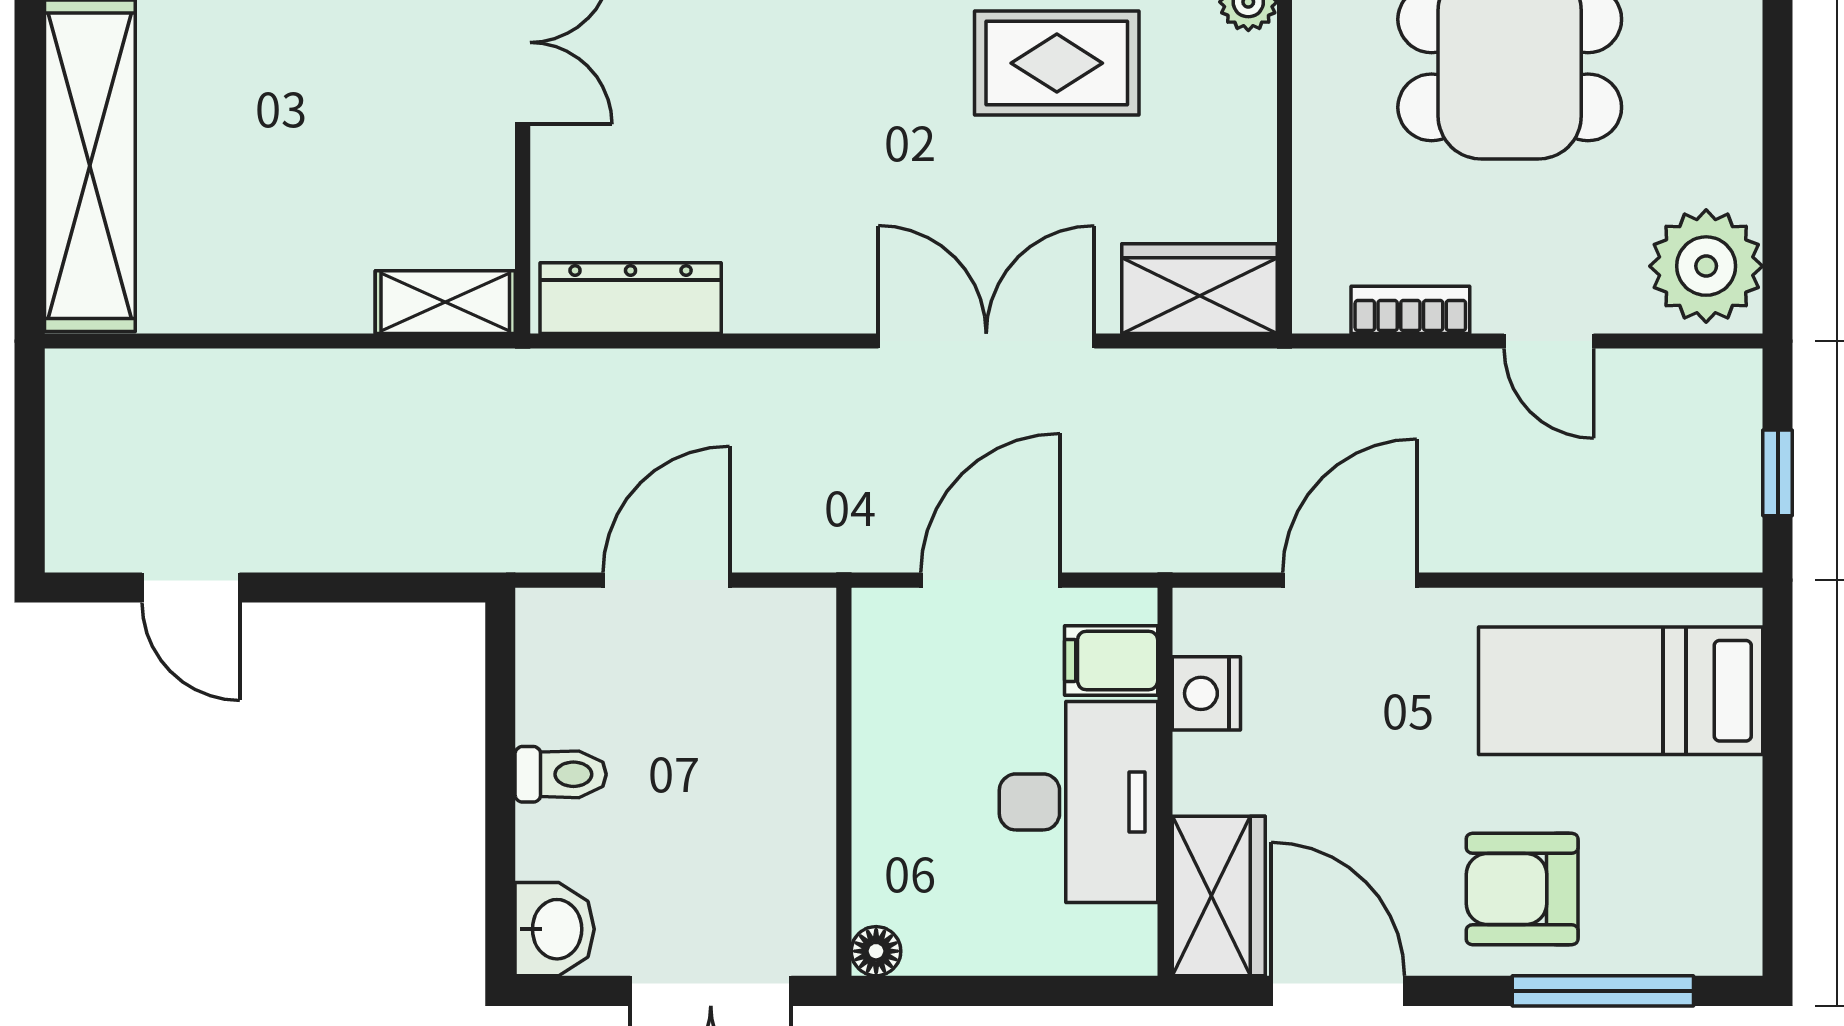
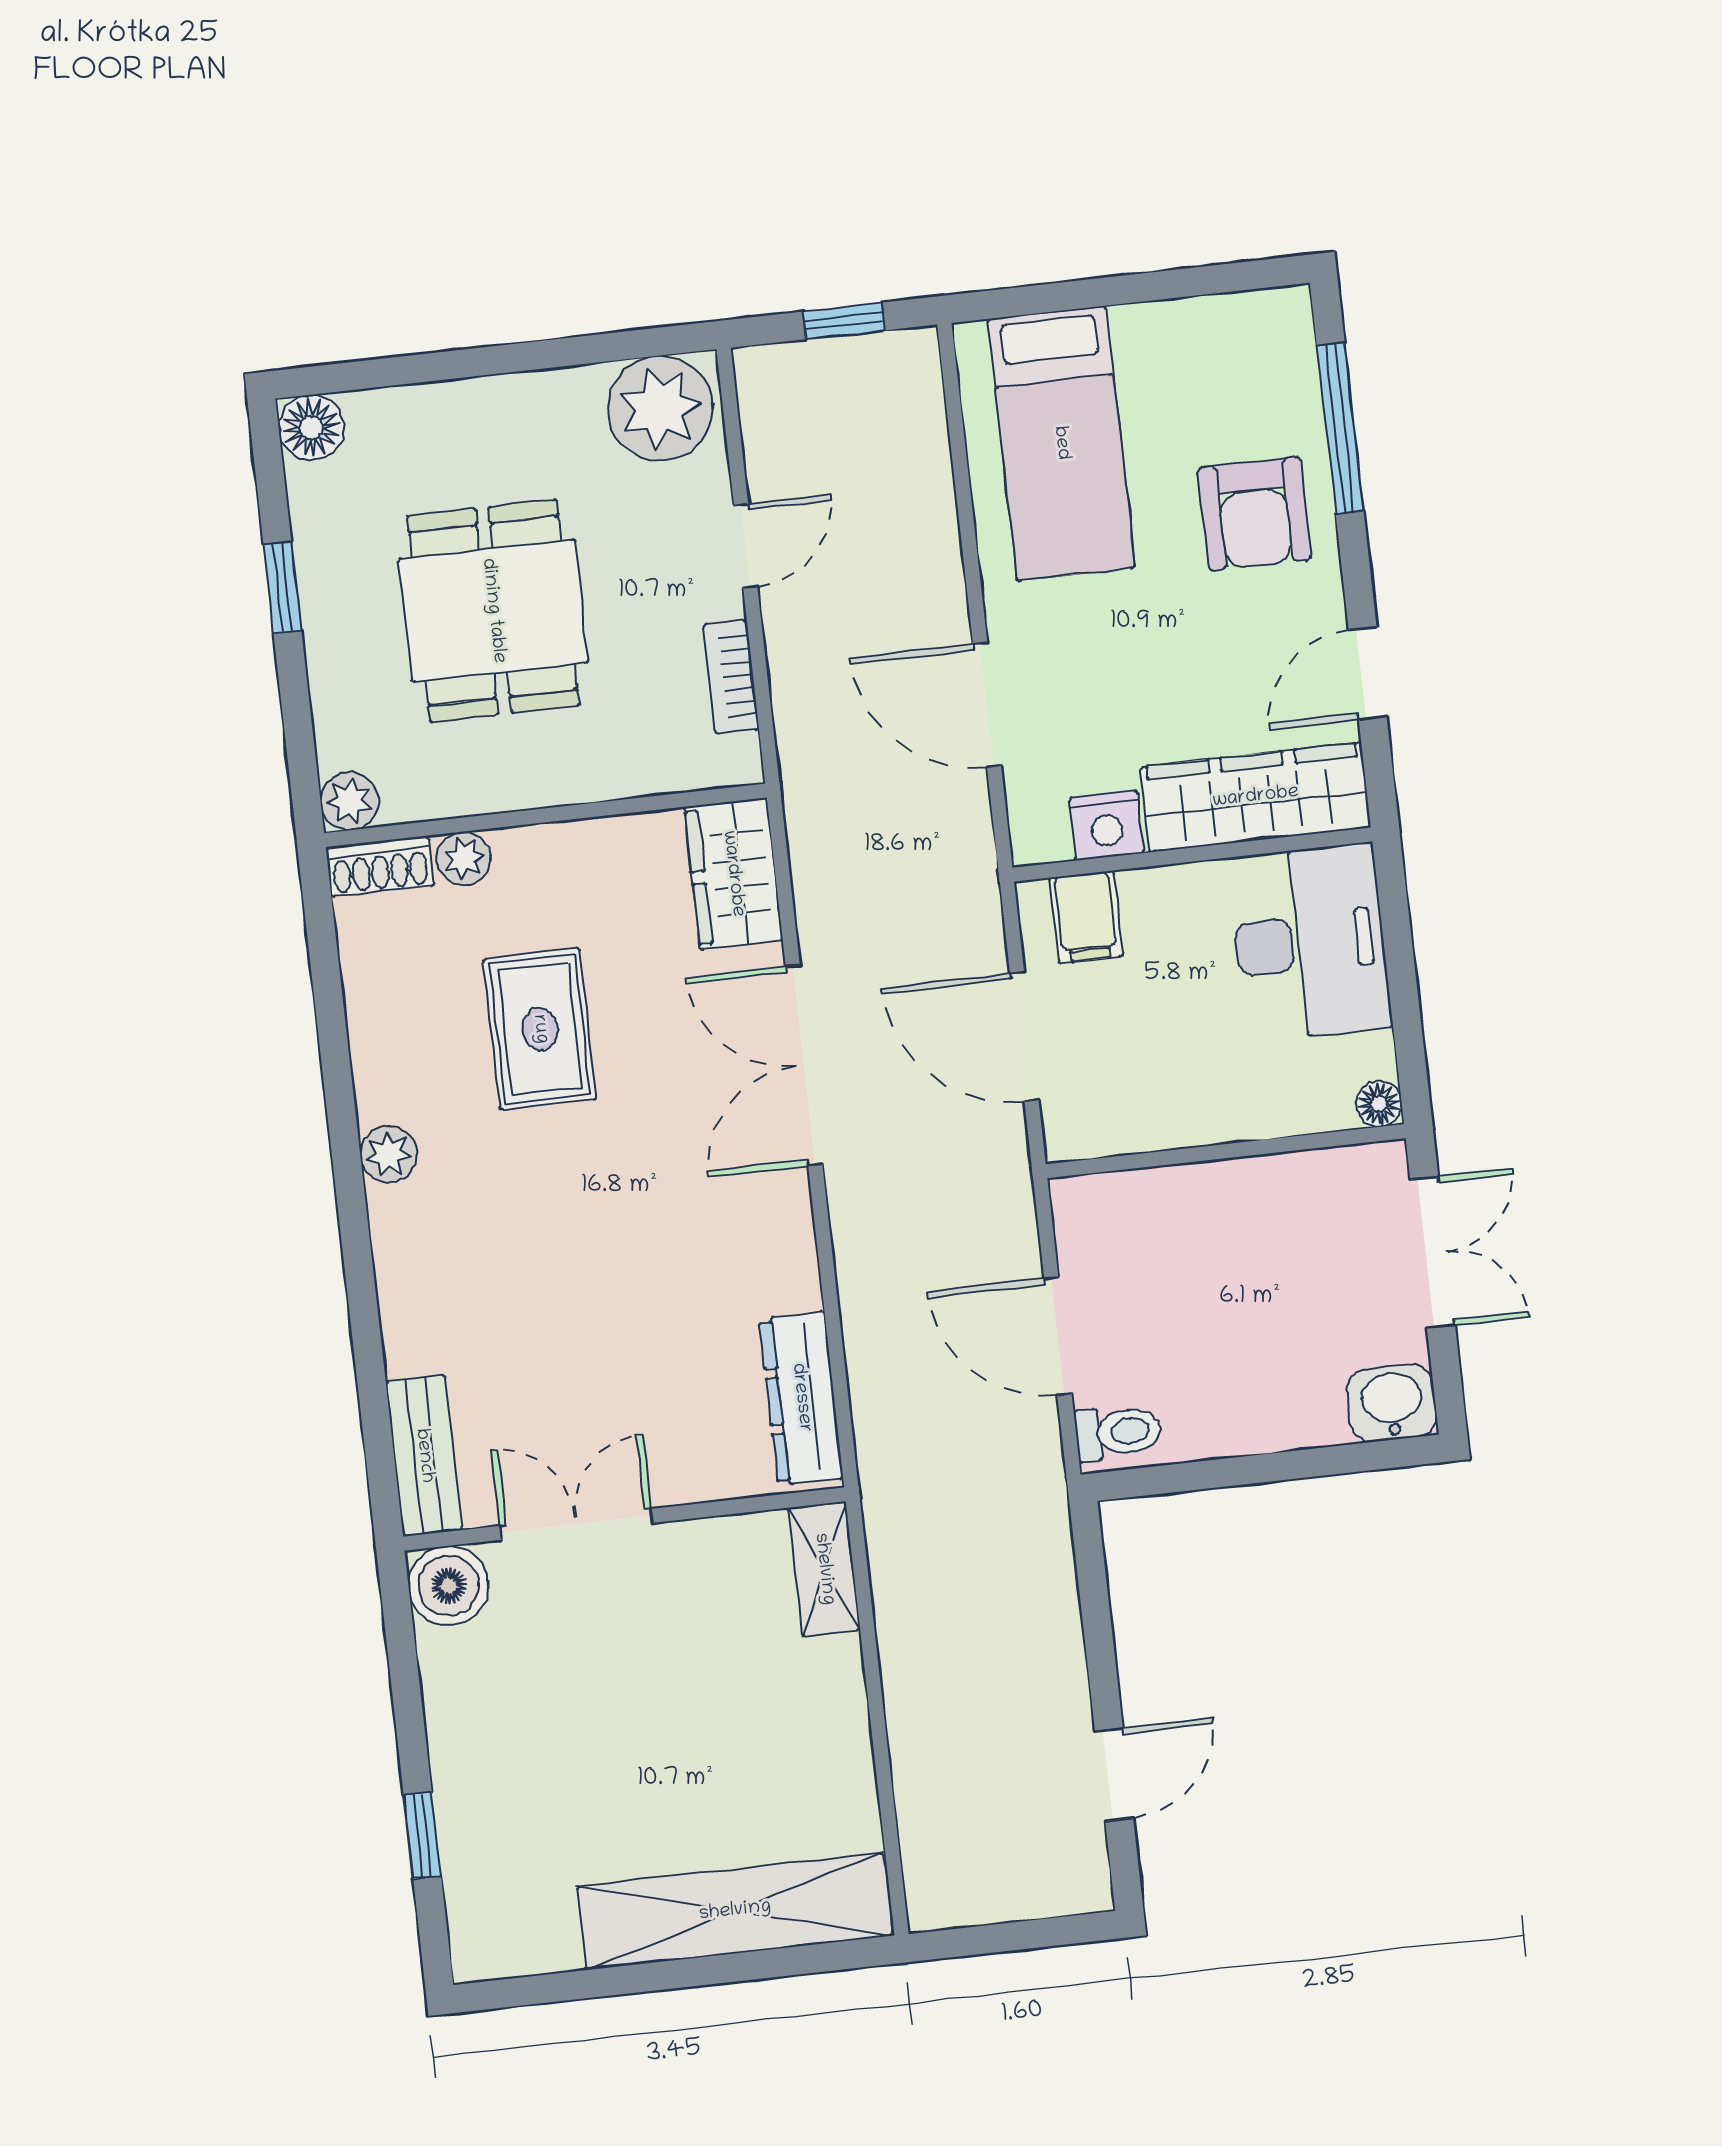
toilet: (561, 774) -> (1118, 1432), moved, turned 90
desk: (1078, 802) -> (1310, 942), moved, turned 90
wardrobe: (1219, 896) -> (1256, 797), width x1.50
door: (1338, 991) -> (1368, 673), width x0.73

